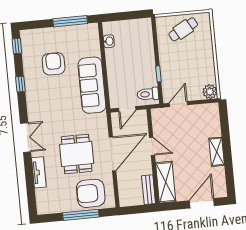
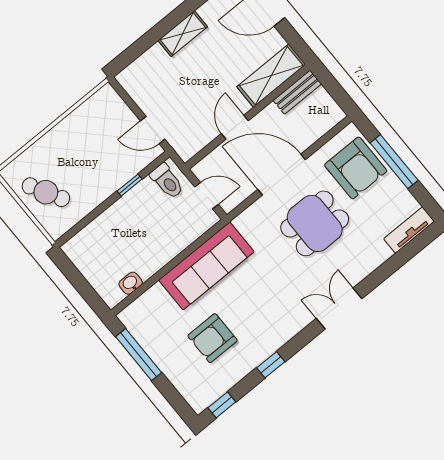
plant: (210, 92) -> (107, 98), removed
tv unit: (39, 172) -> (409, 230), moved

